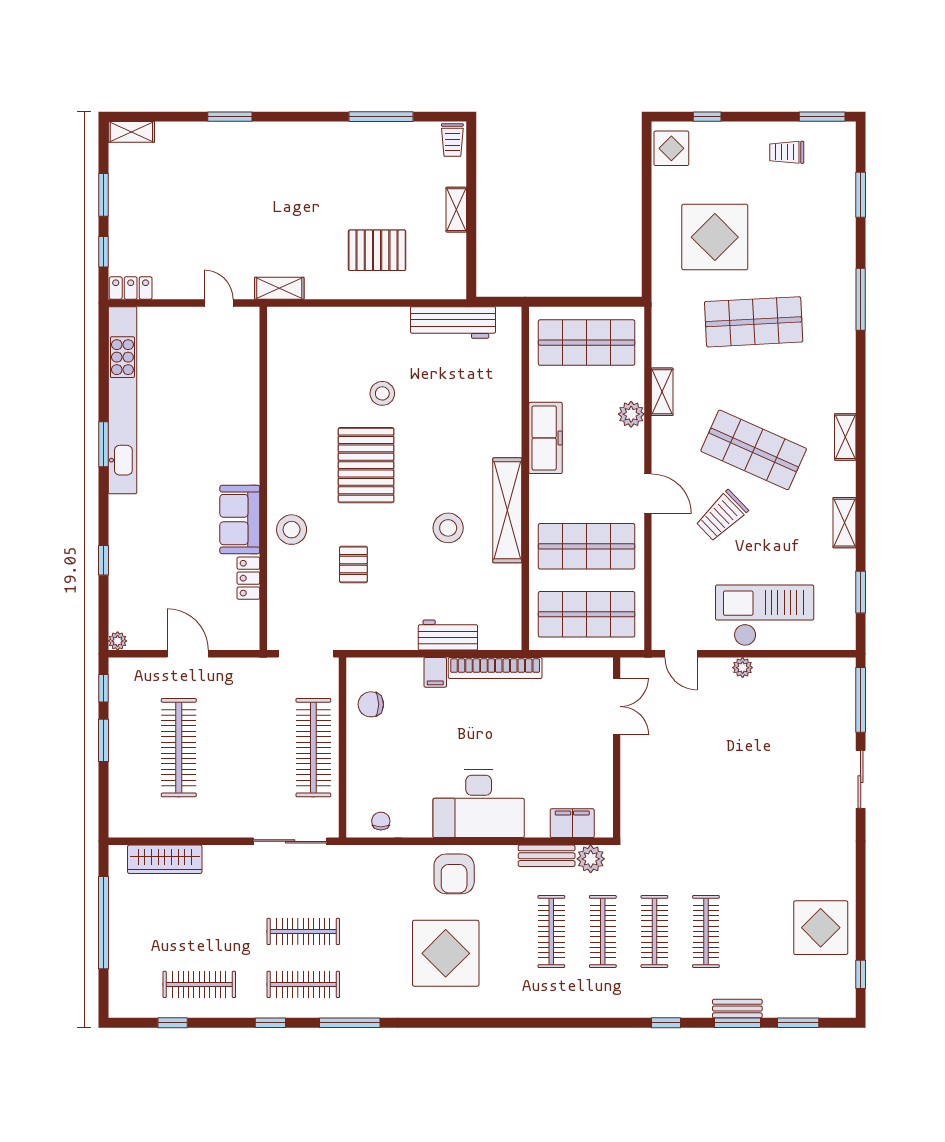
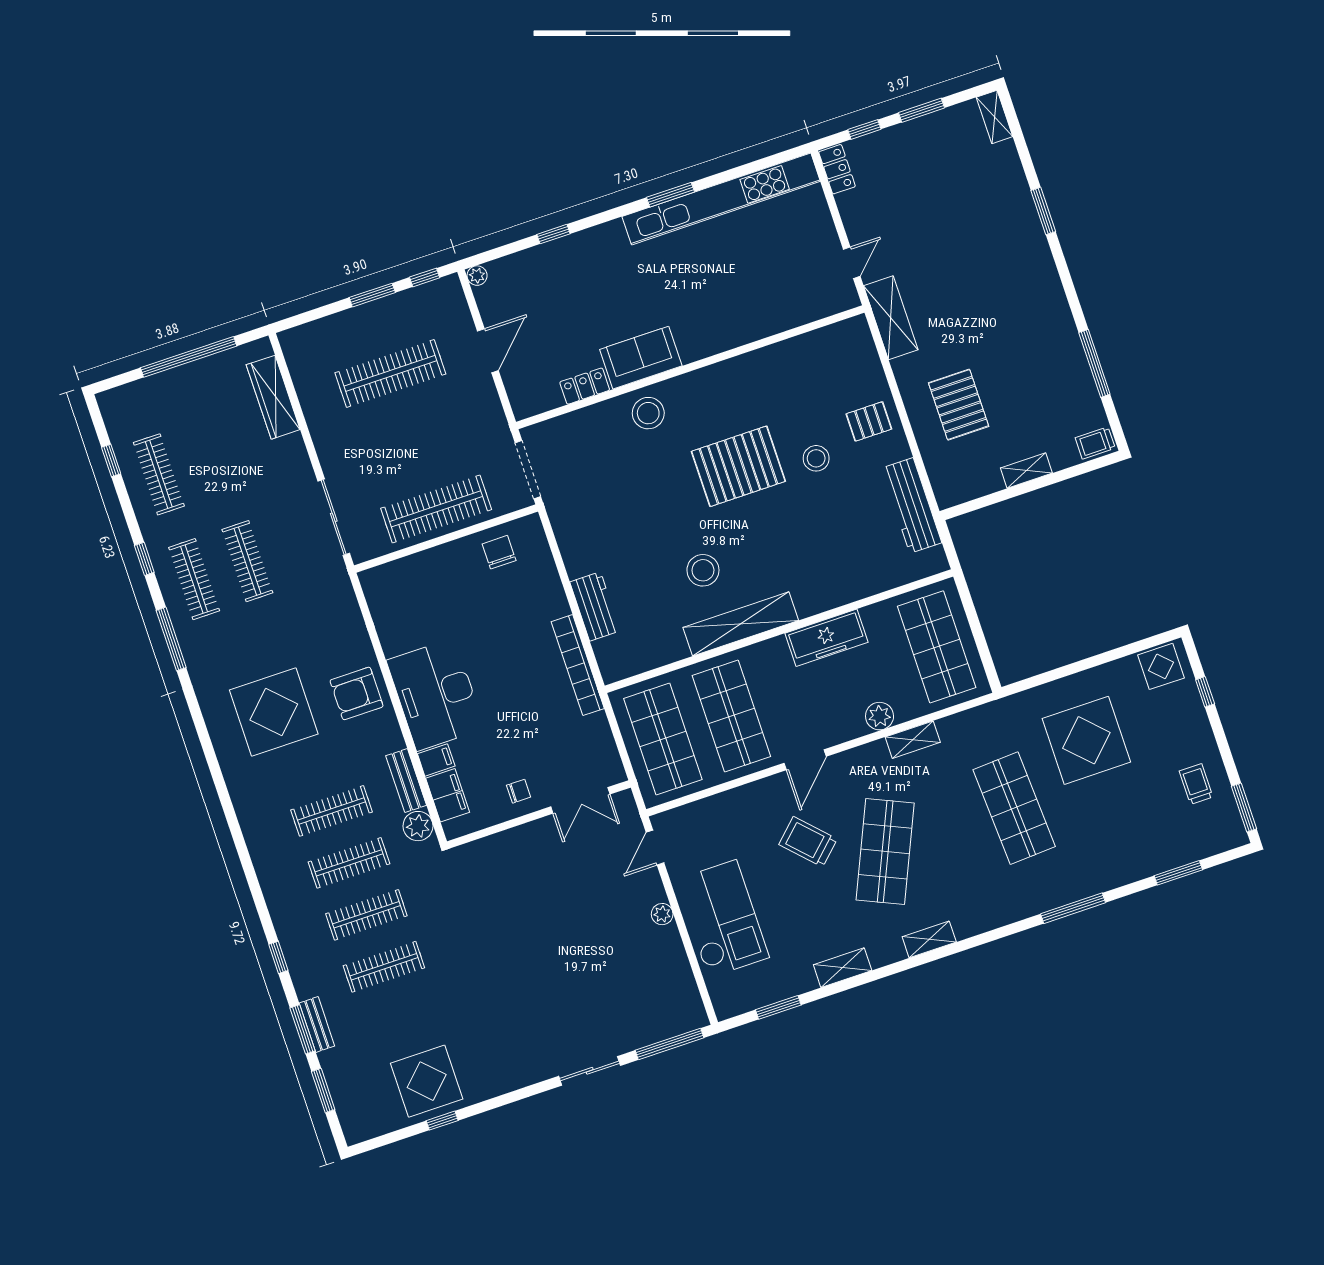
shelving: (279, 288) -> (891, 318), width x1.50, depth x1.33
pallet: (353, 564) -> (869, 421), moved
filing cabinet: (435, 672) -> (436, 760), moved, turned 180
chair: (381, 821) -> (519, 791), moved
window: (861, 974) -> (442, 1121), moved

